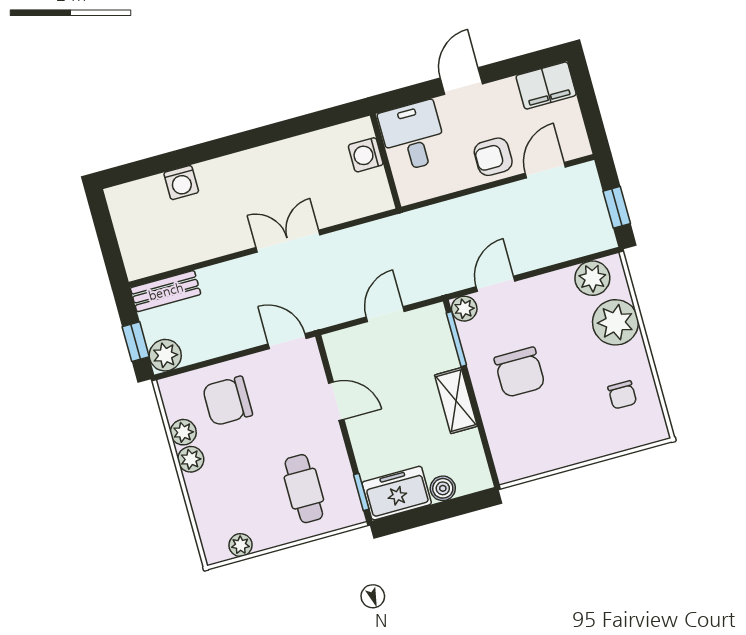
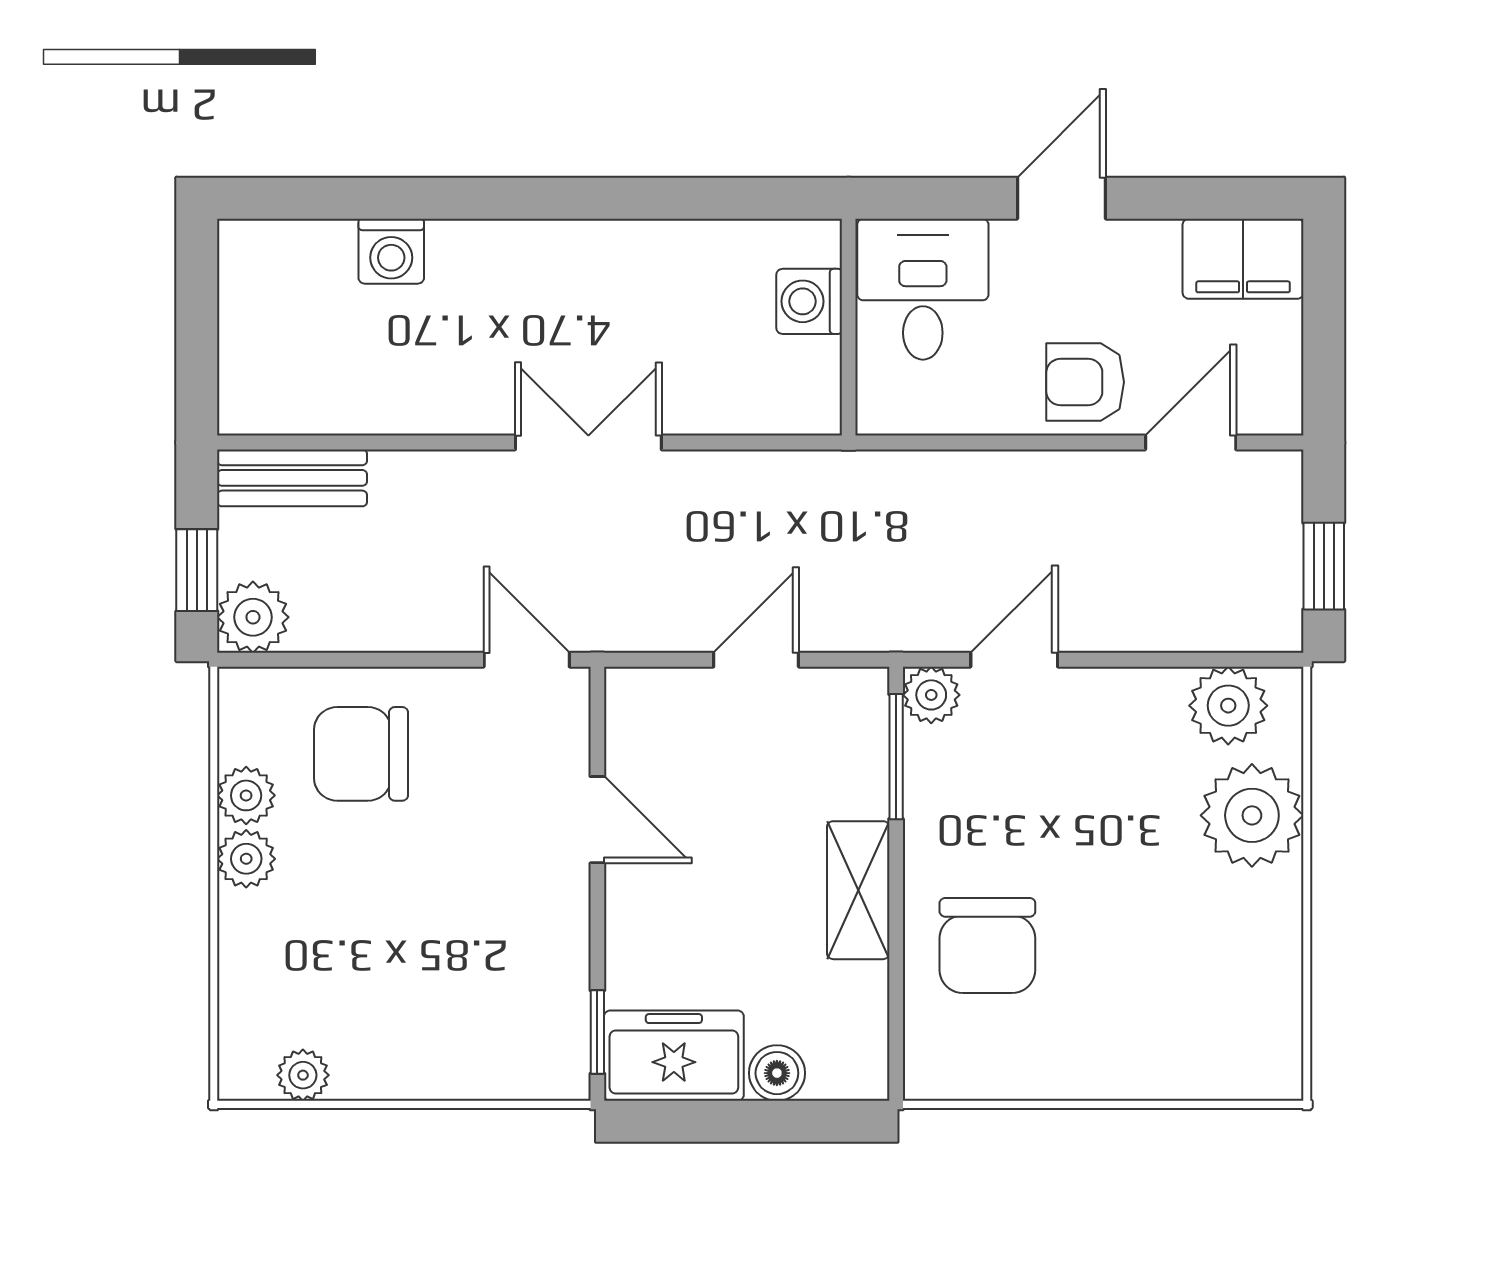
chair: (520, 372) -> (987, 946), moved
chair: (622, 395) -> (1223, 977), removed
cafe table: (304, 489) -> (475, 990), removed

